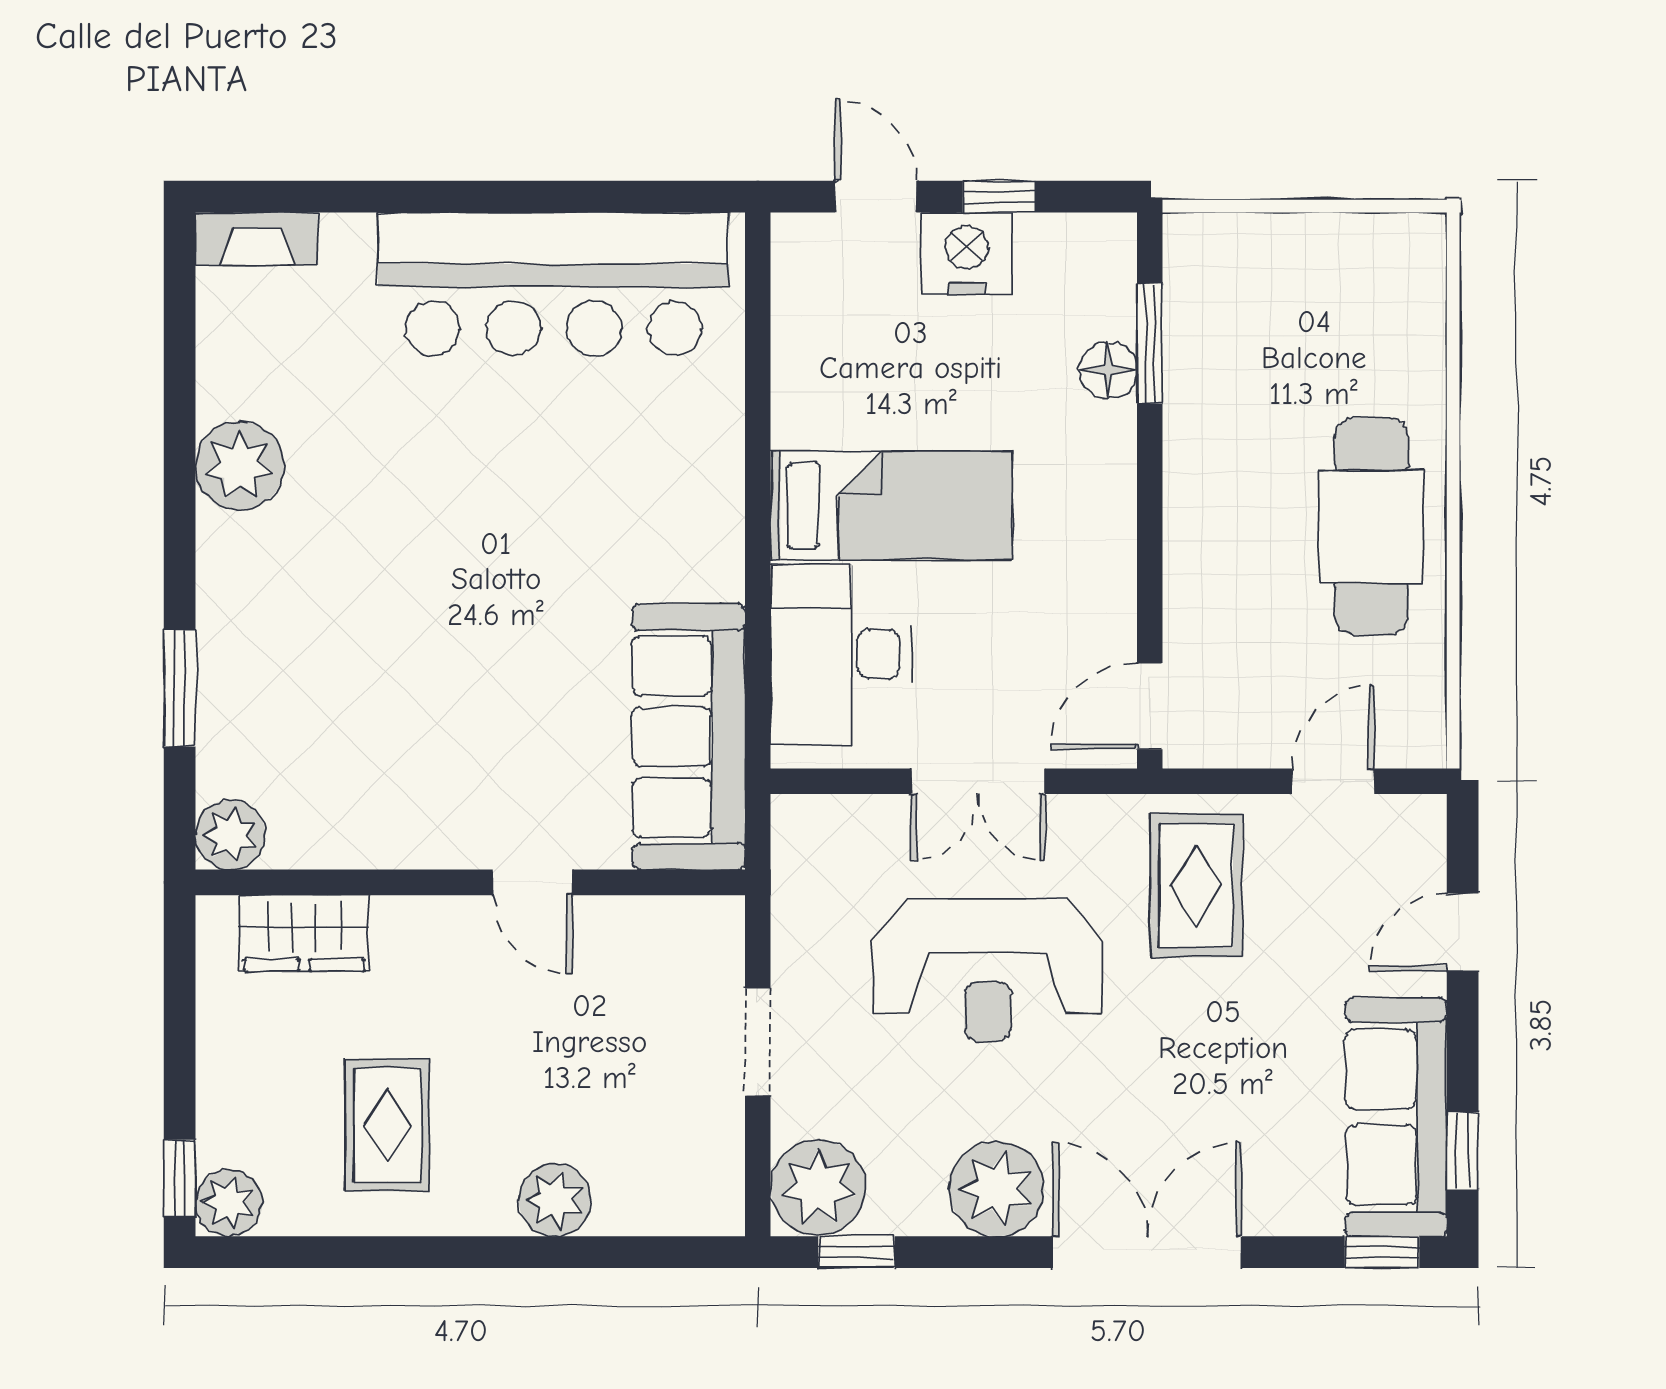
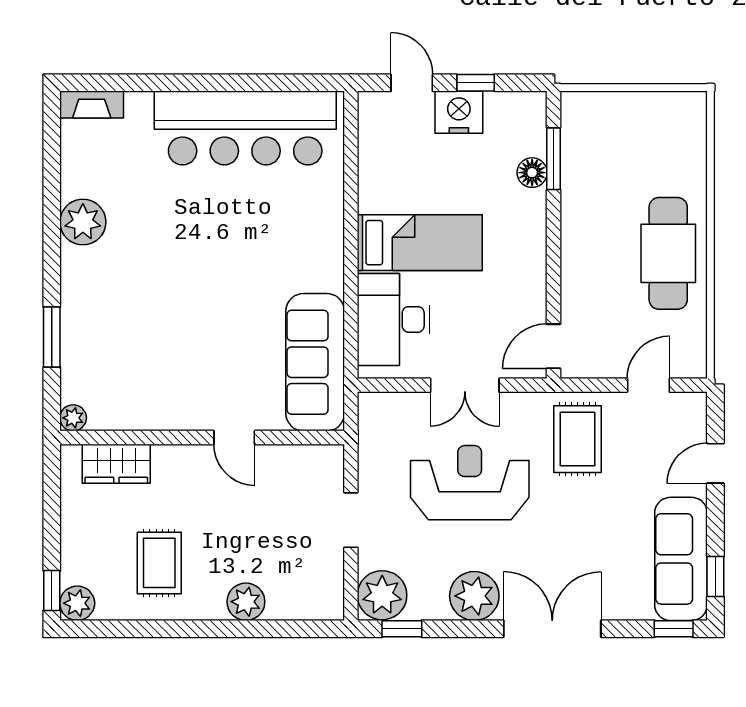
plant: (230, 835) -> (73, 418), width x0.73, depth x0.73
reception desk: (988, 970) -> (470, 483), turned 180

